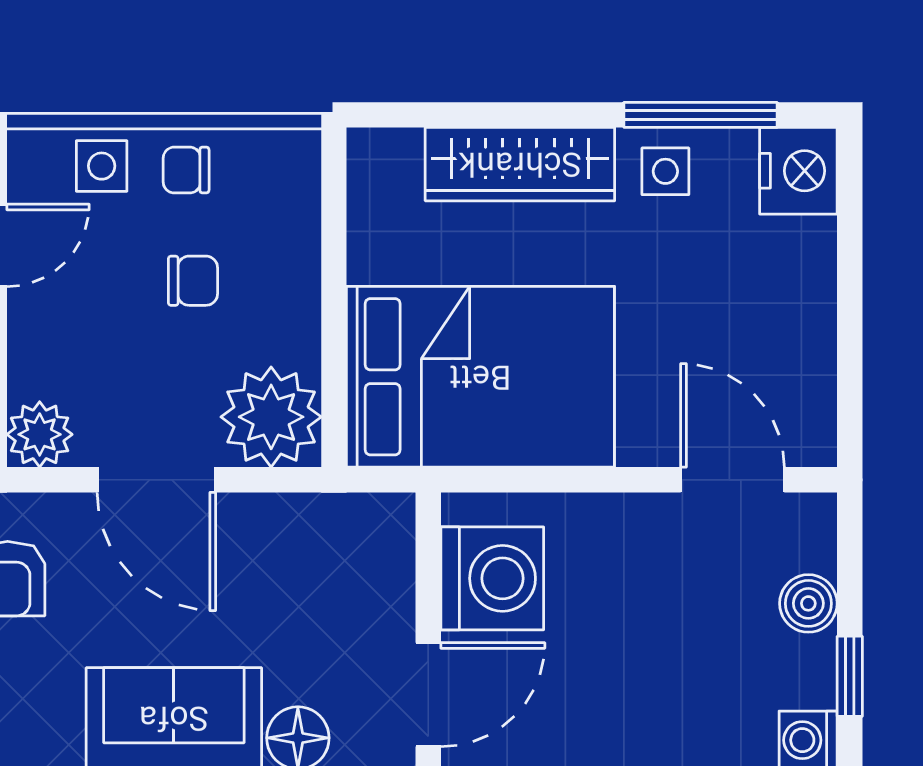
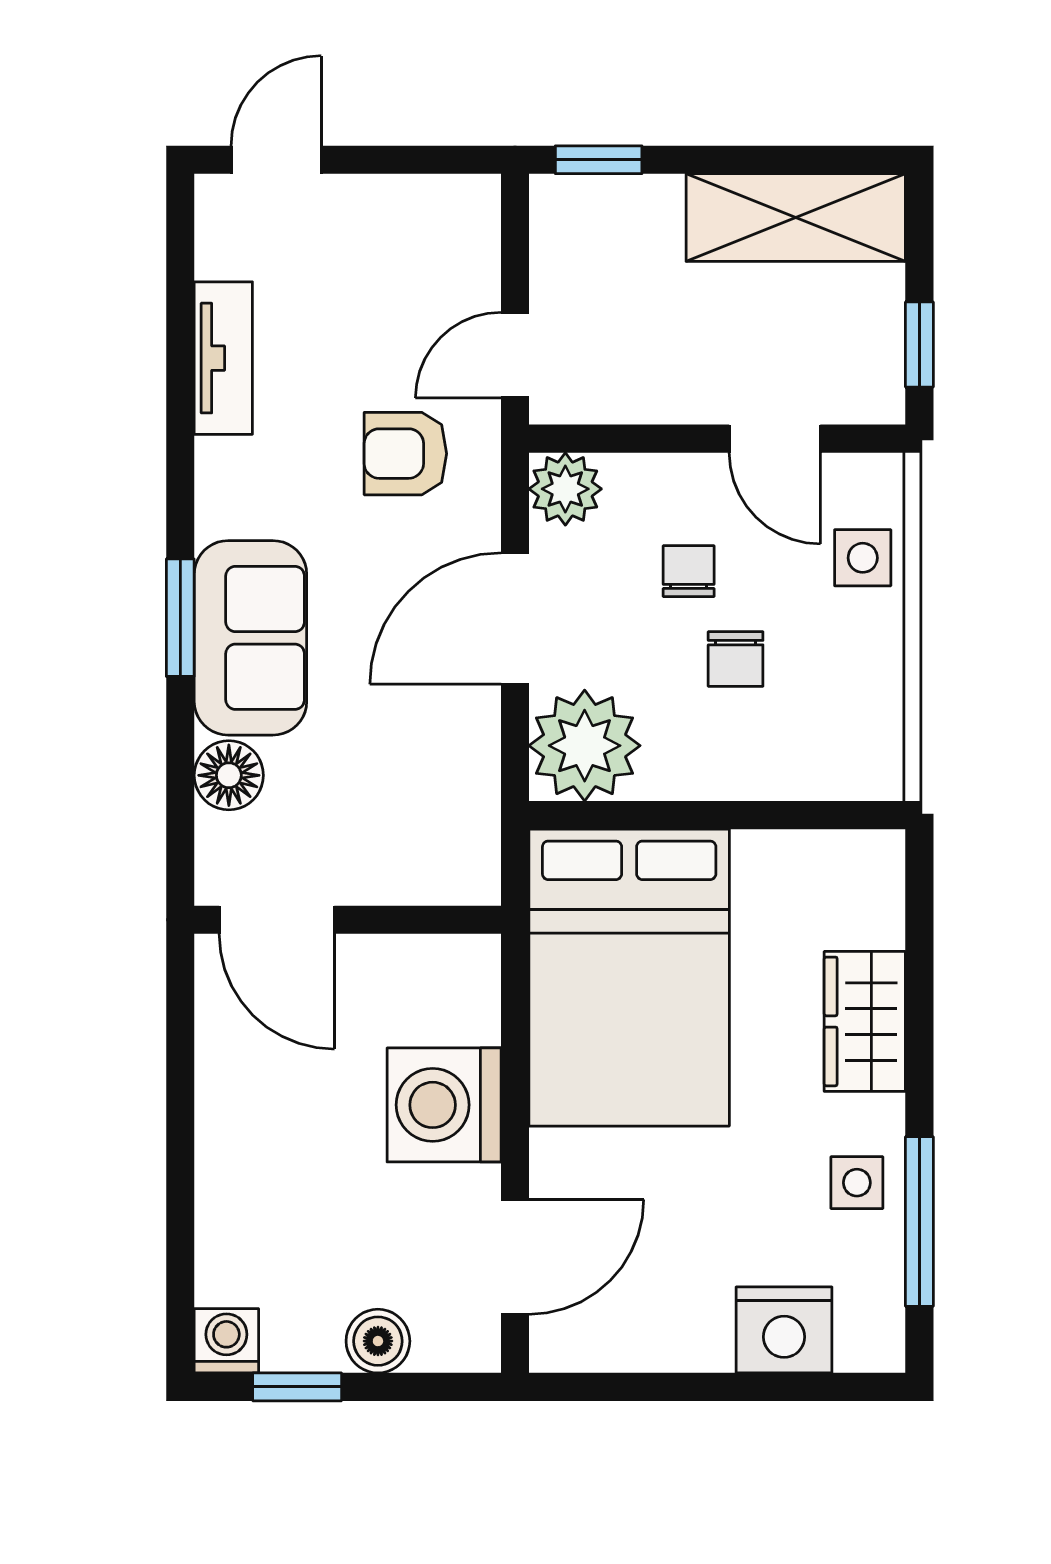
wardrobe: (520, 164) -> (865, 1021), width x0.67
chair: (186, 170) -> (689, 571), moved
nightstand: (798, 171) -> (784, 1330), moved
washing machine: (492, 578) -> (444, 1105), moved, turned 90

